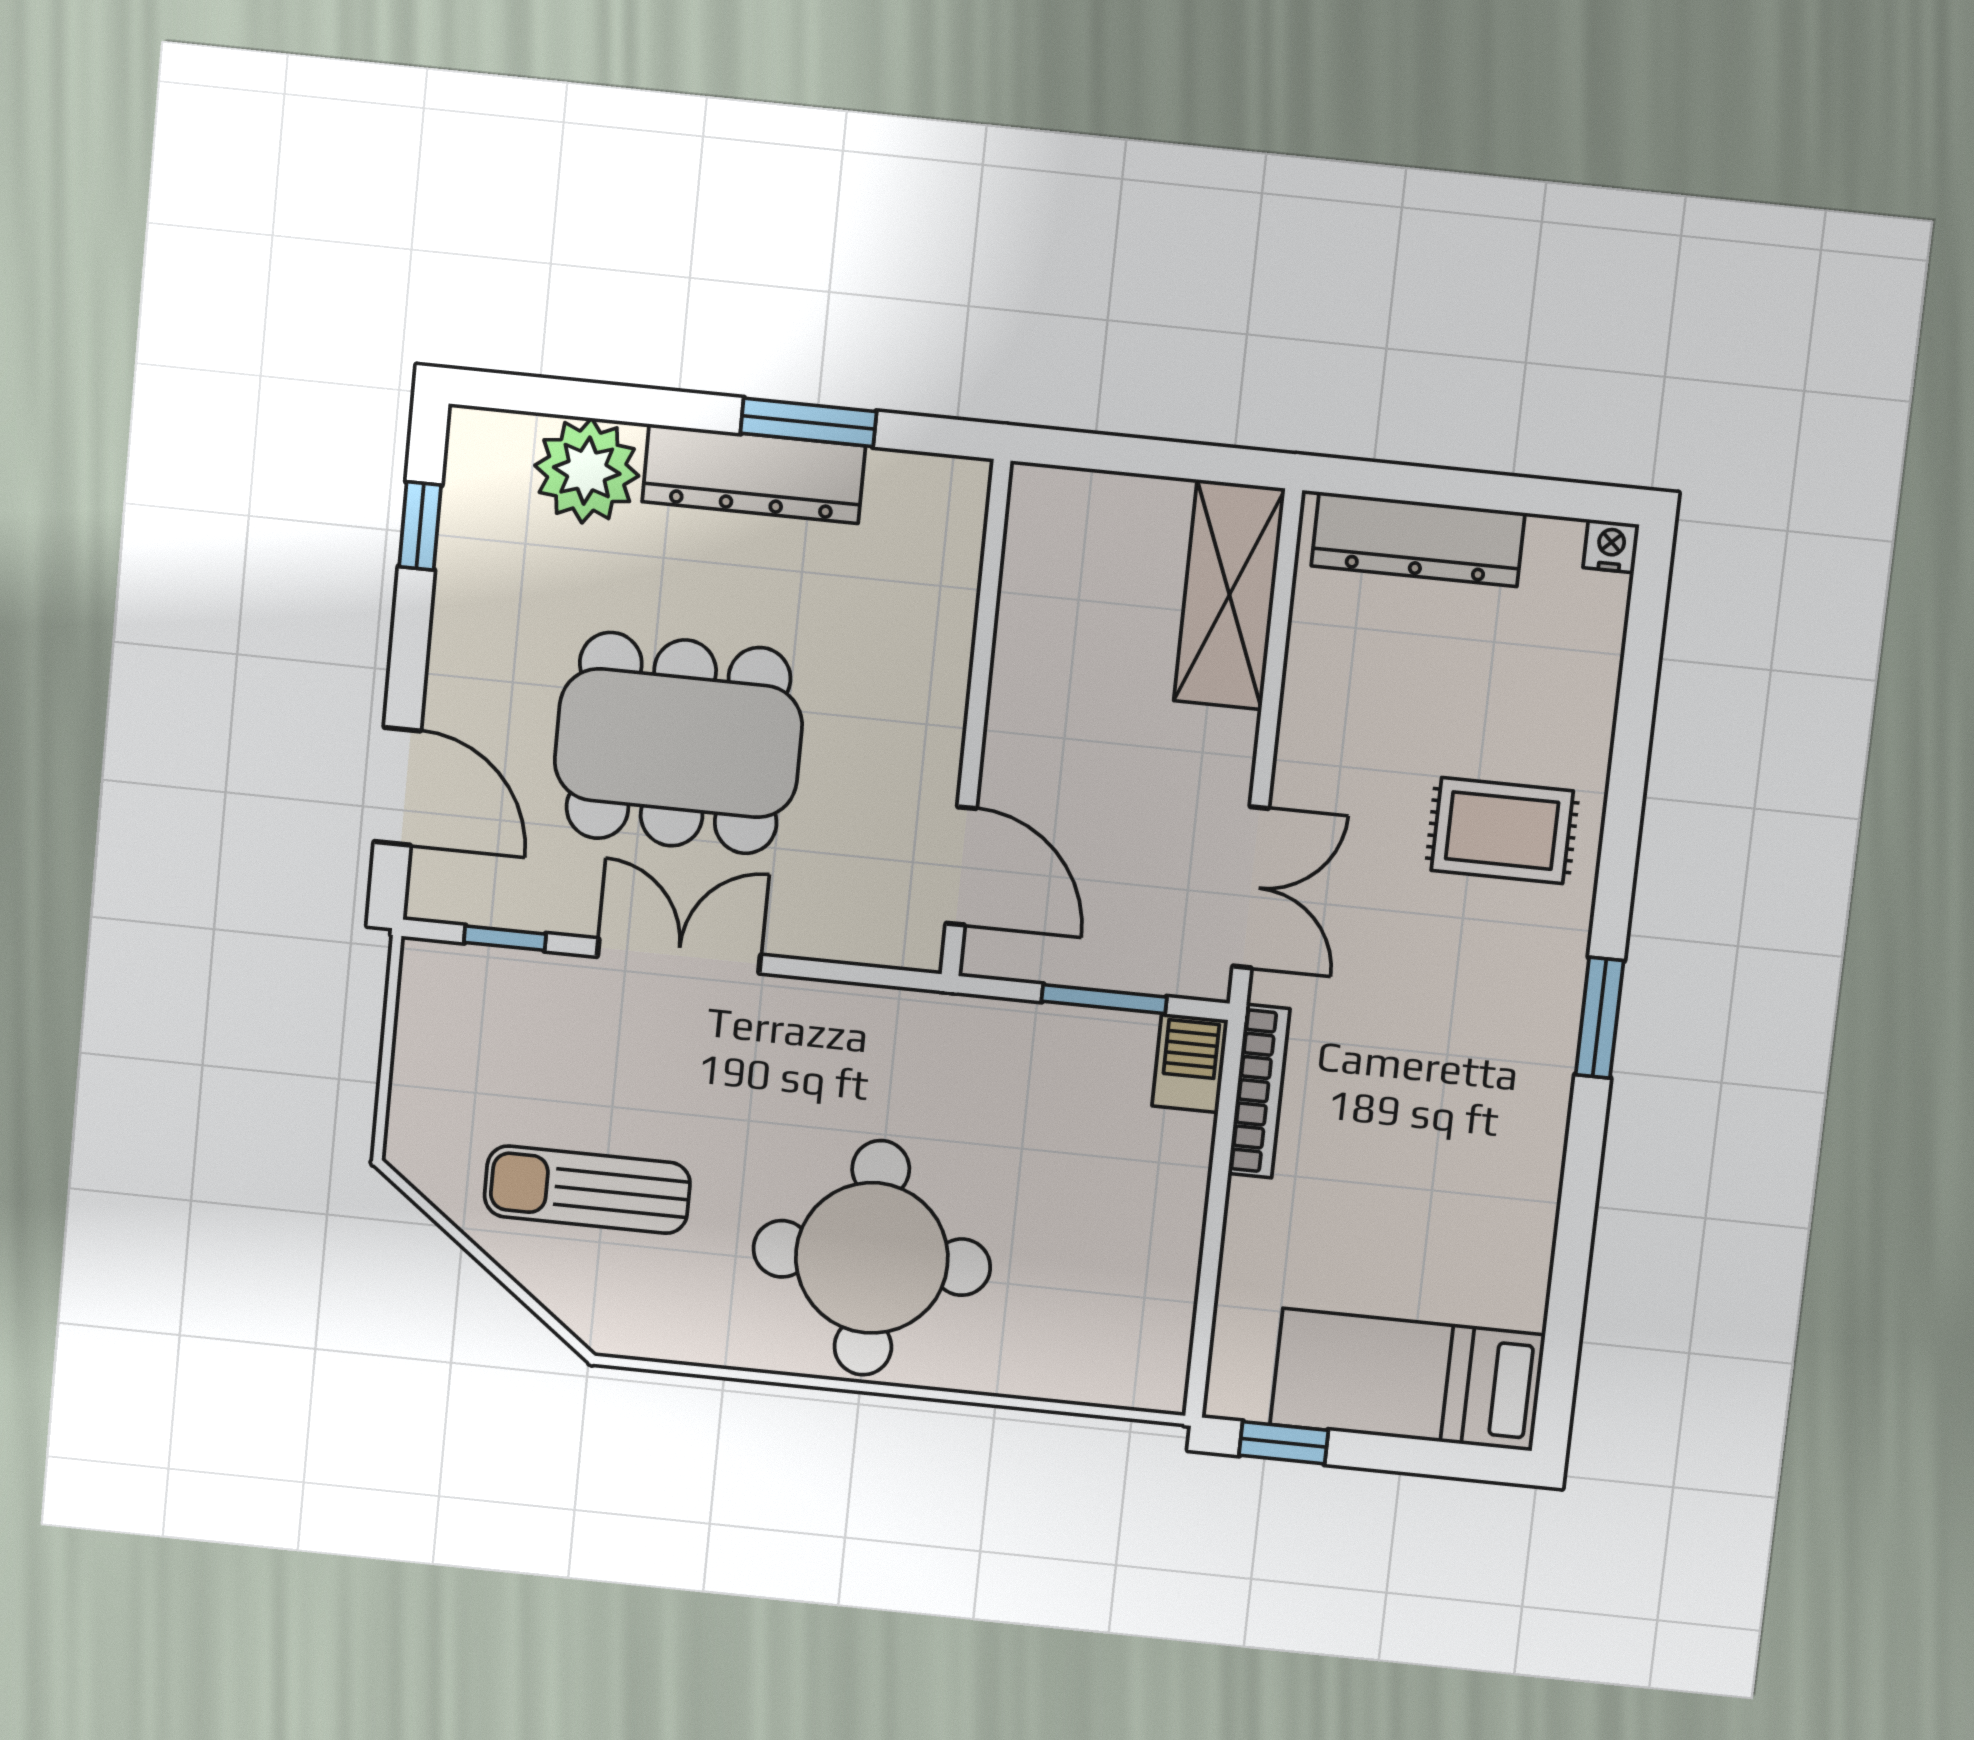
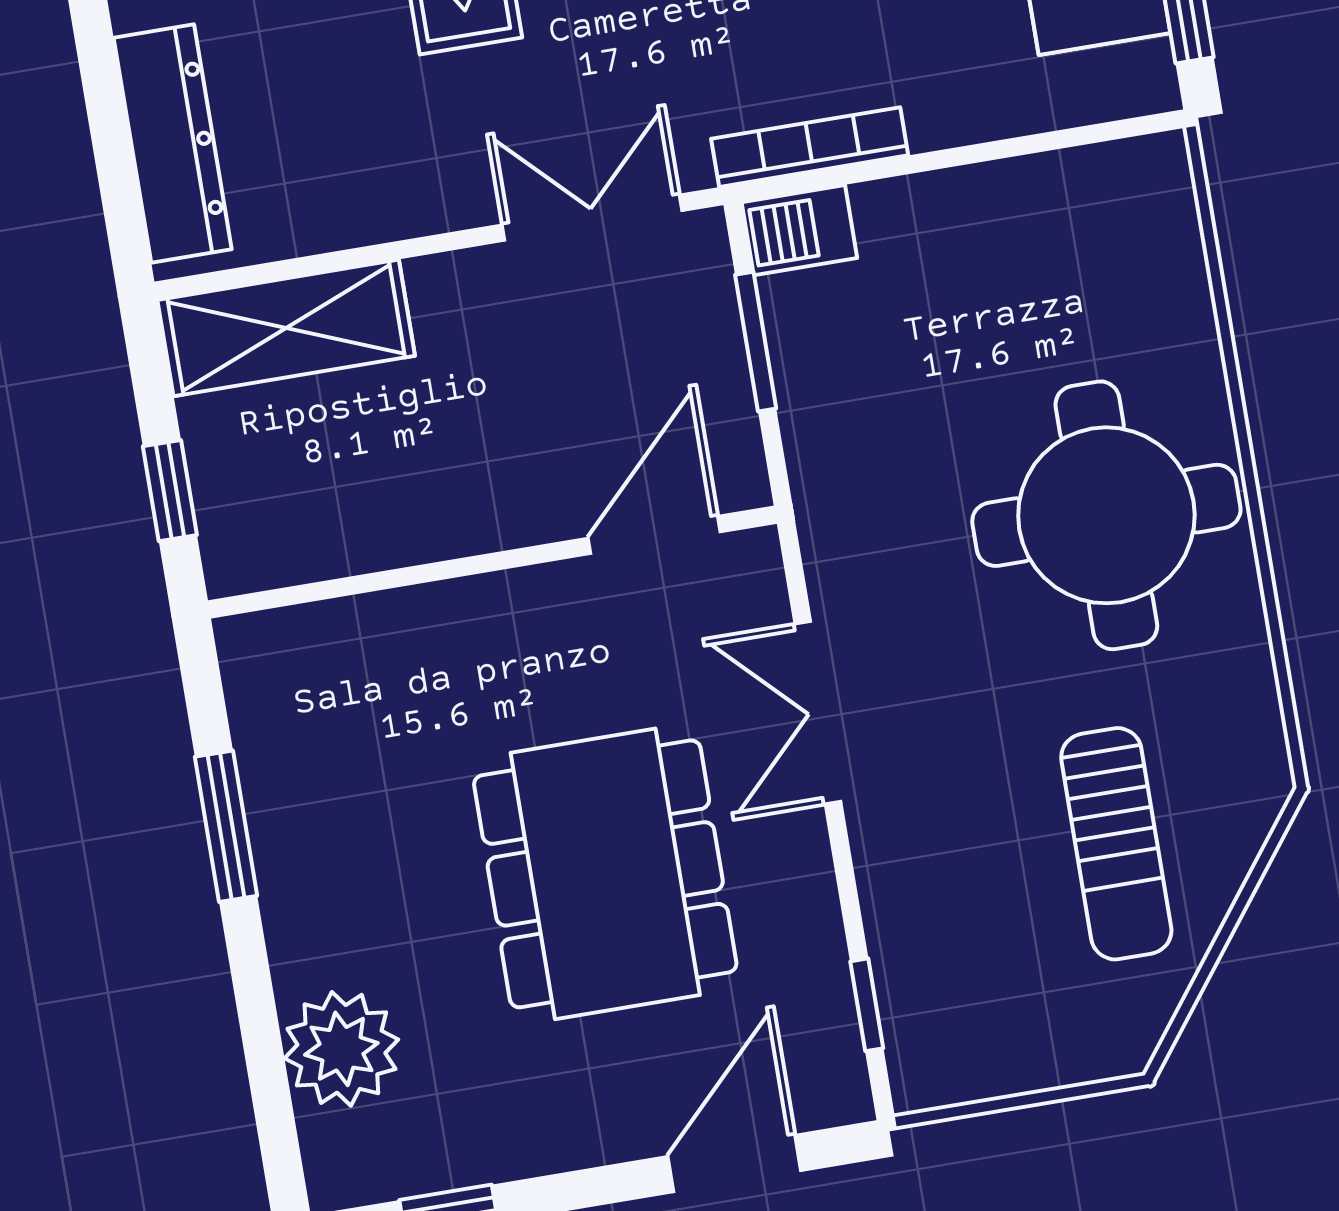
window: (1116, 454) -> (170, 491), added
dresser: (754, 474) -> (296, 870), removed
double door: (679, 956) -> (818, 713), moved

